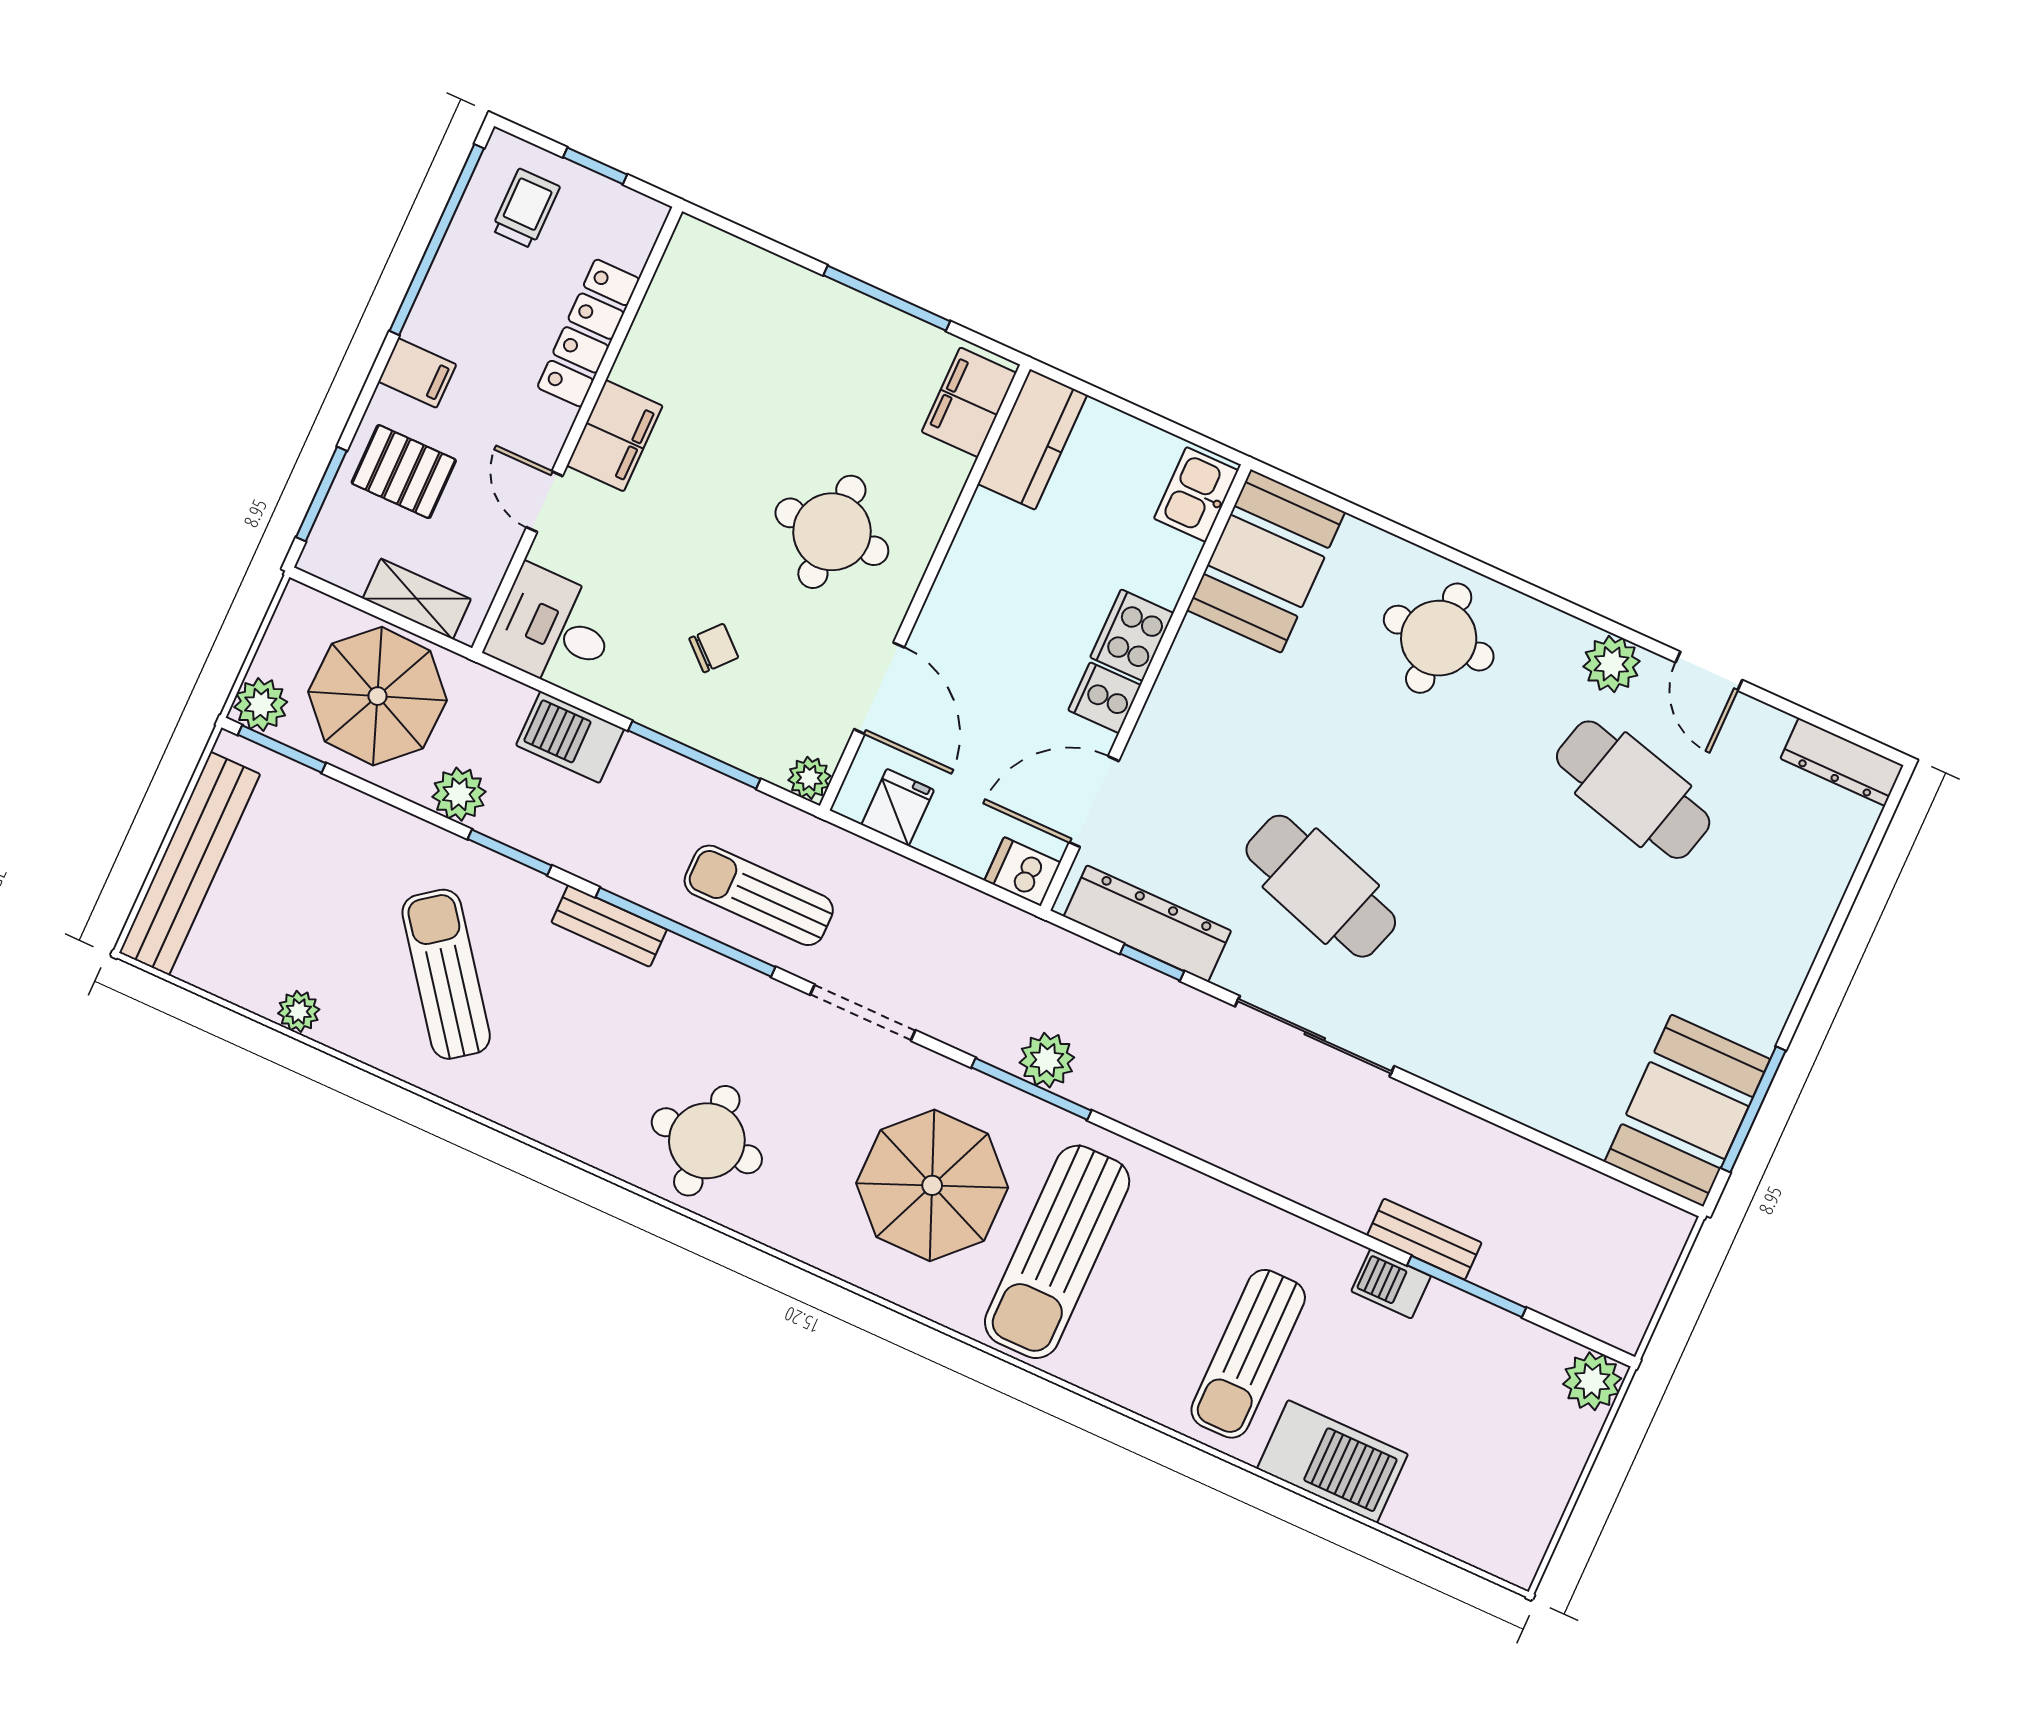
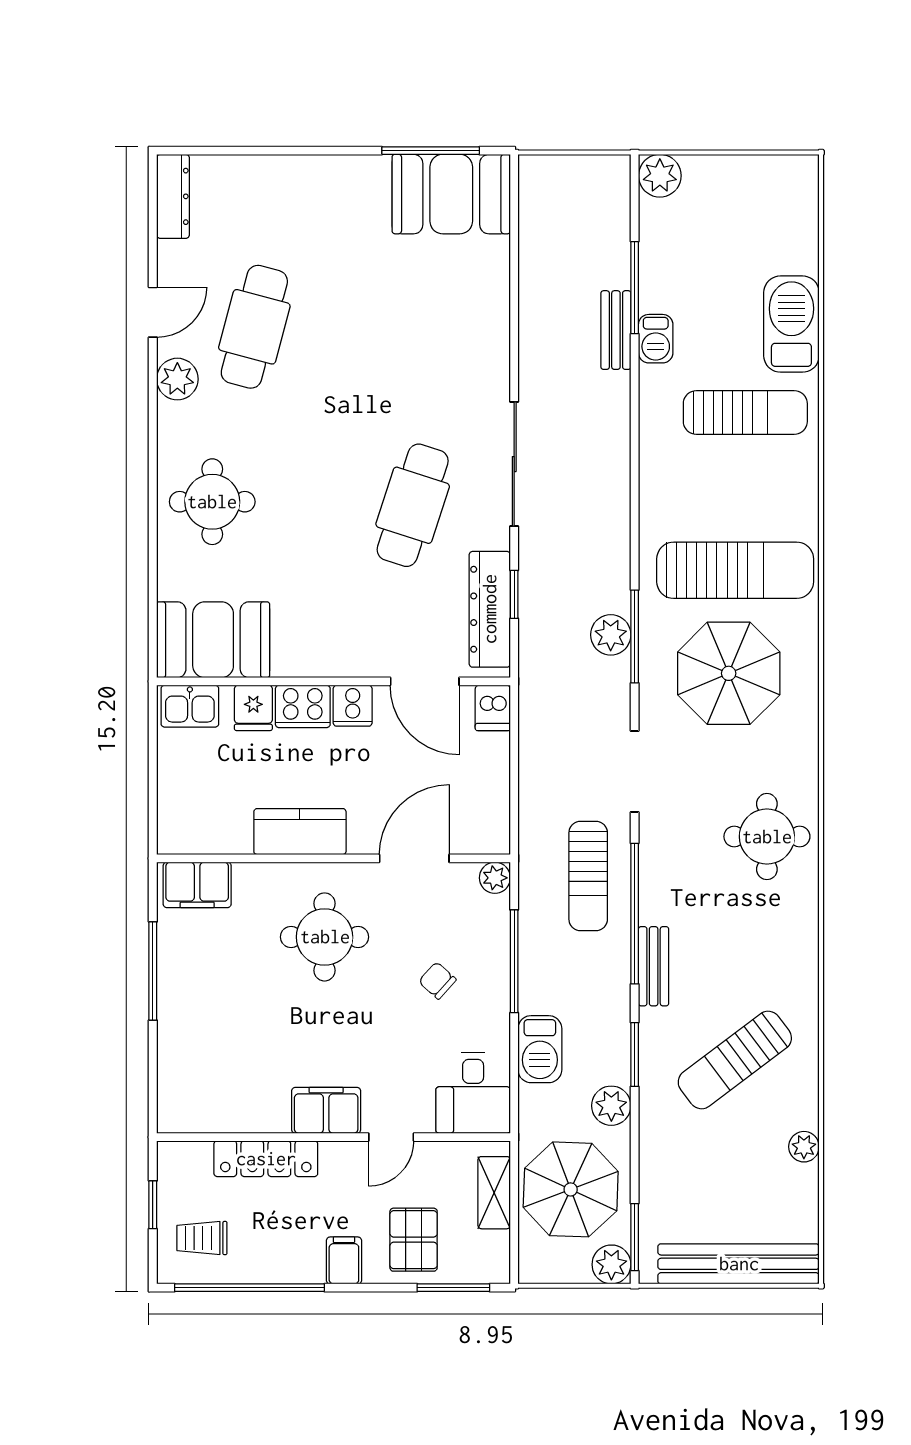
kitchen counter: (1032, 439) -> (300, 832), moved
fridge: (898, 807) -> (253, 708), moved, turned -90

